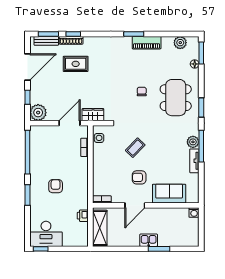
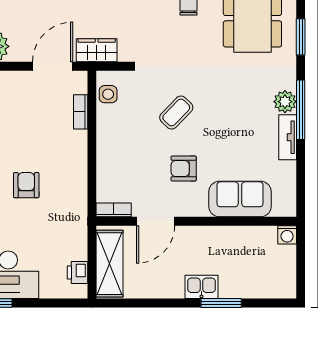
door: (135, 205) -> (156, 221), moved
printer: (83, 216) -> (78, 273), moved

